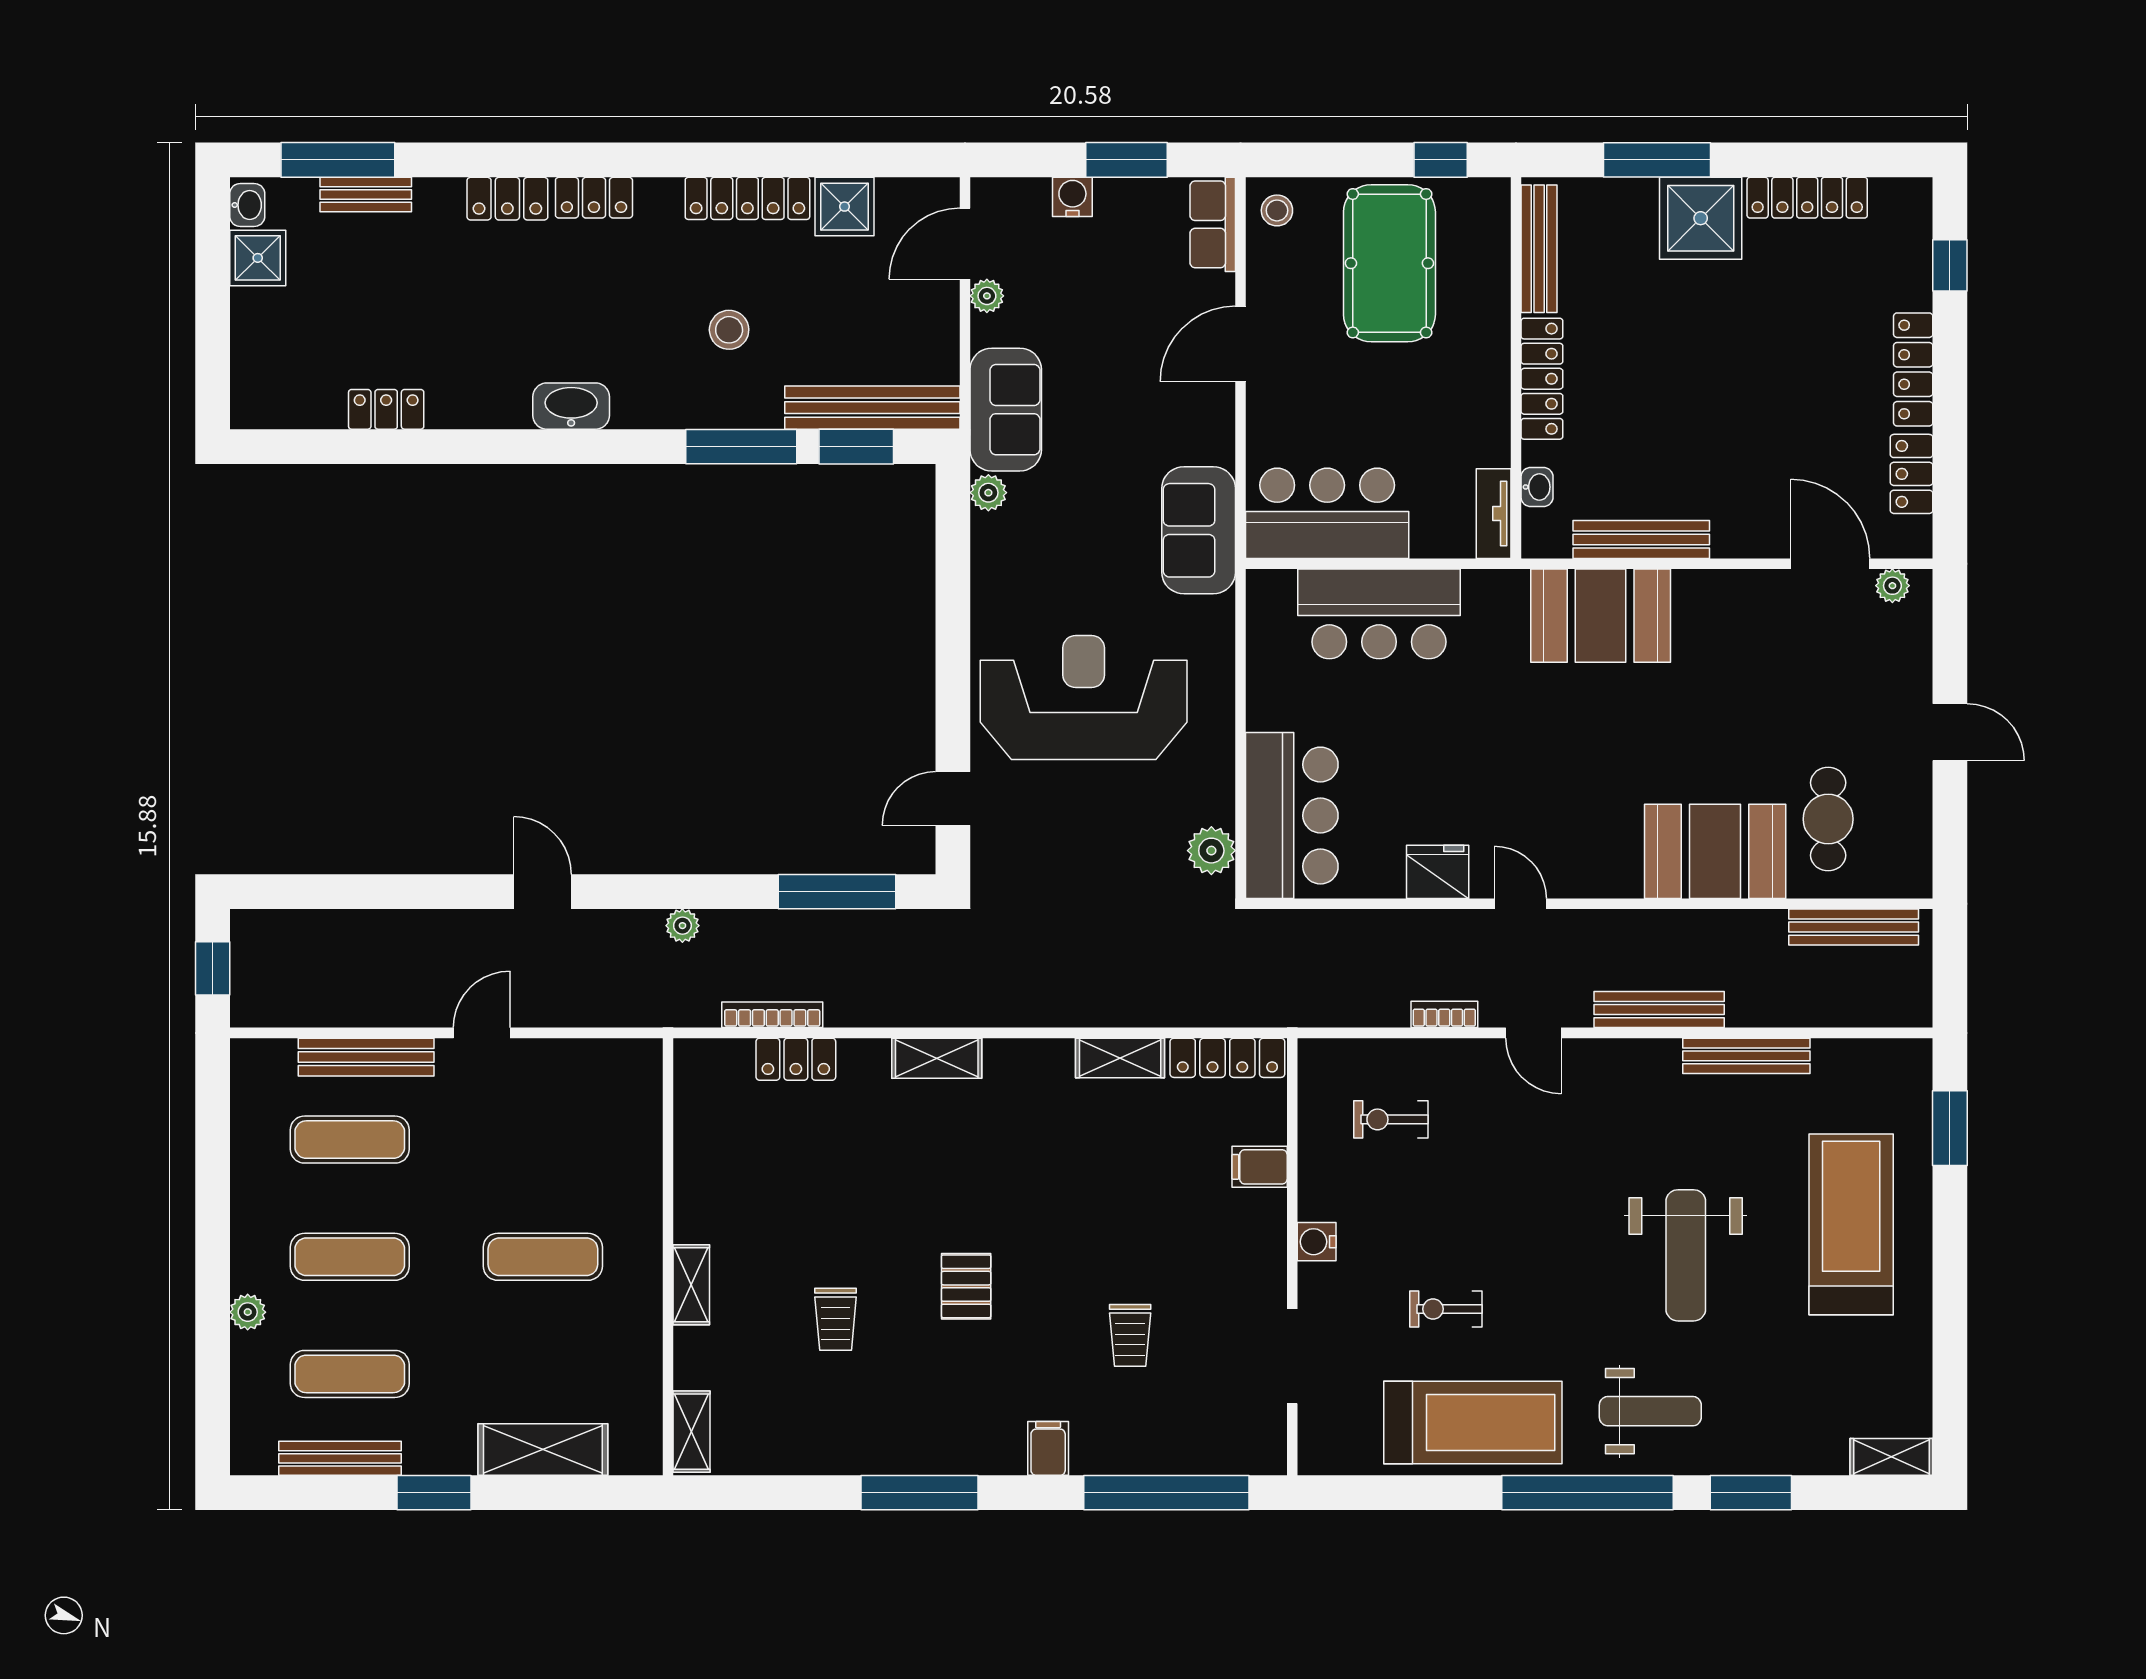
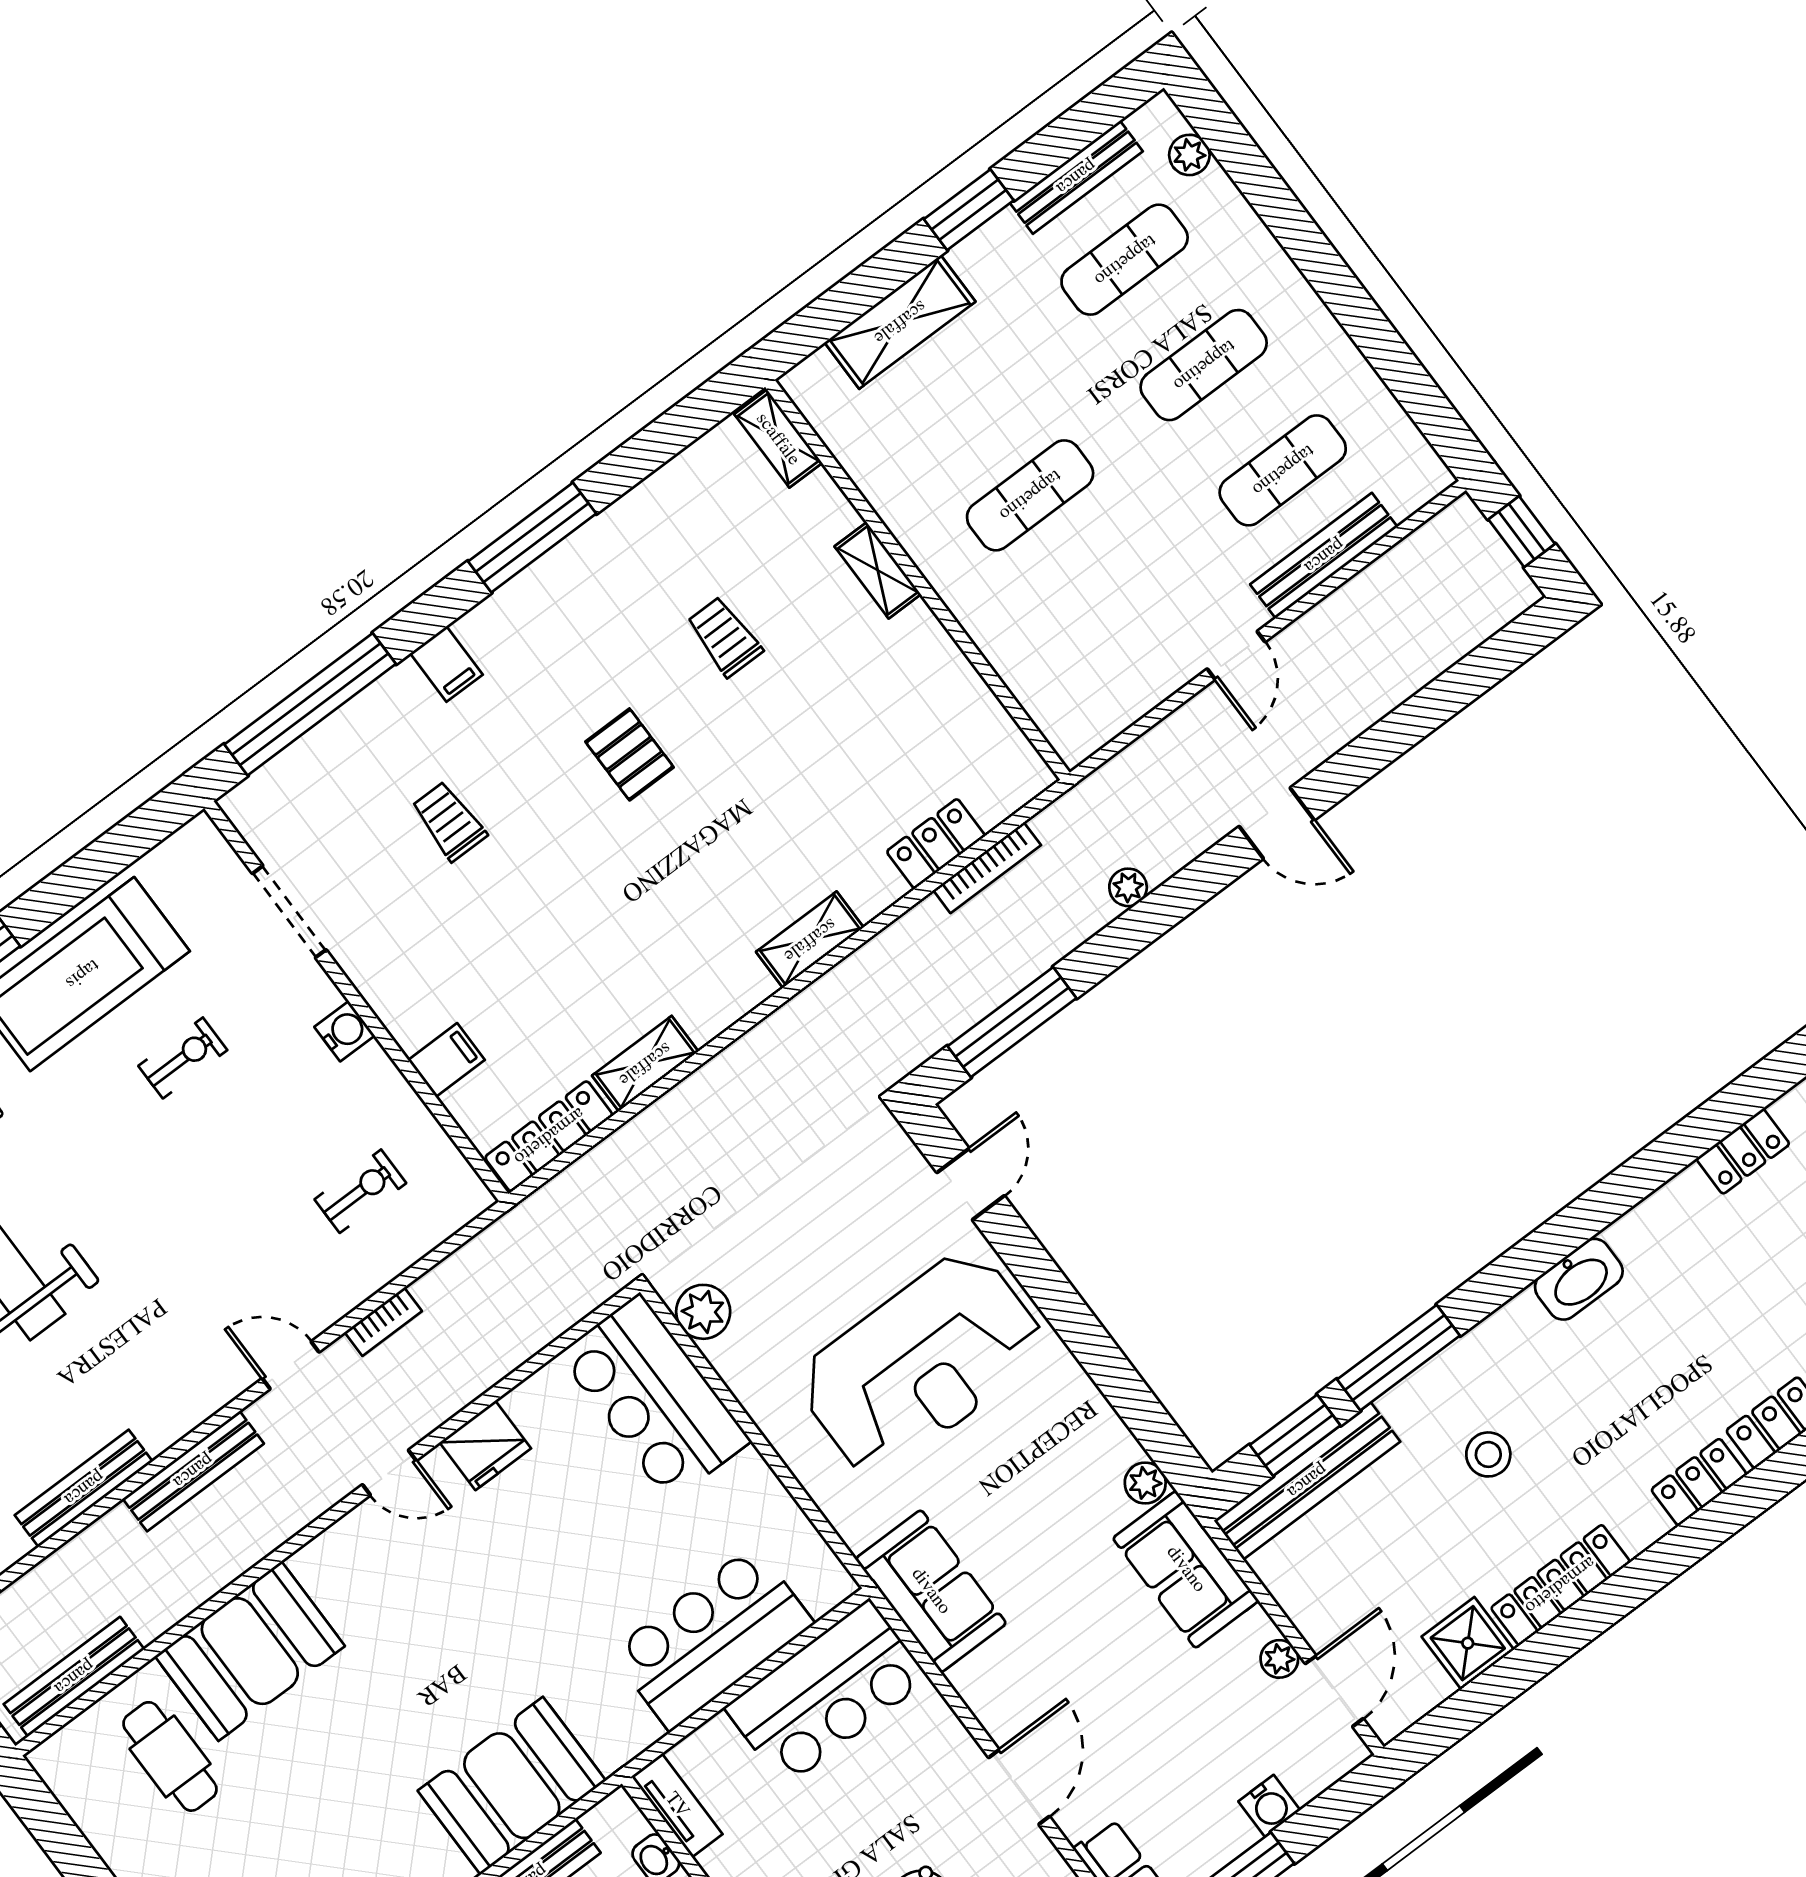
plant: (248, 1312) -> (1189, 155), moved

